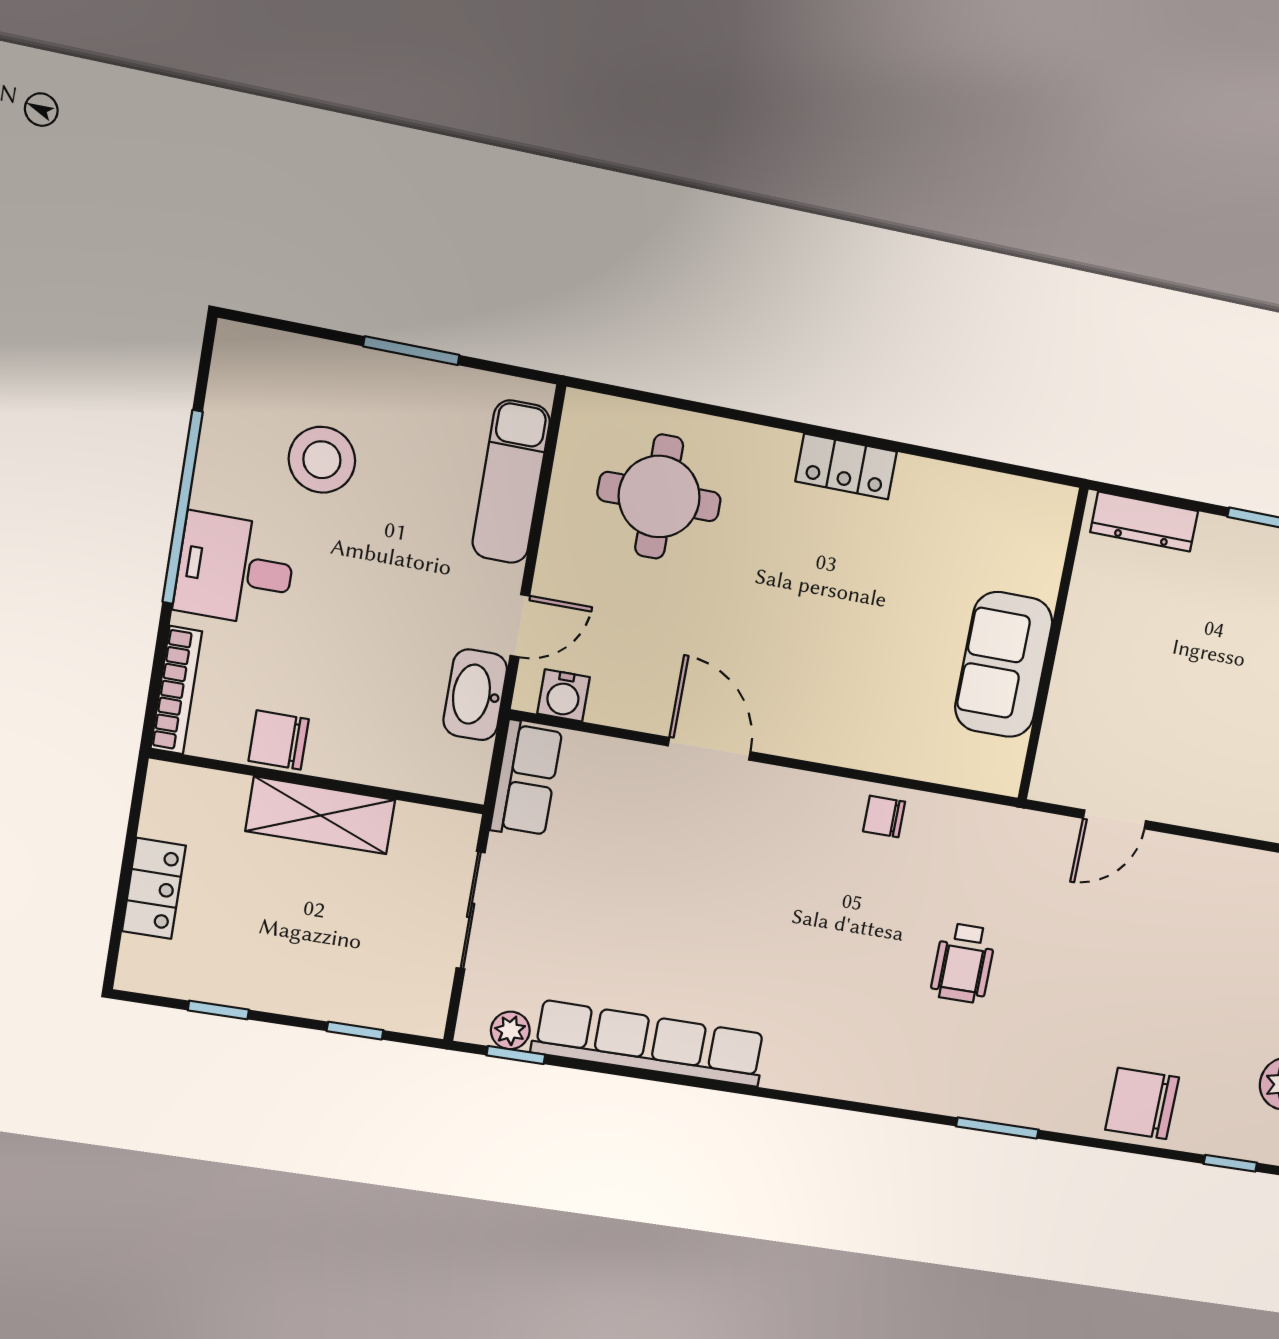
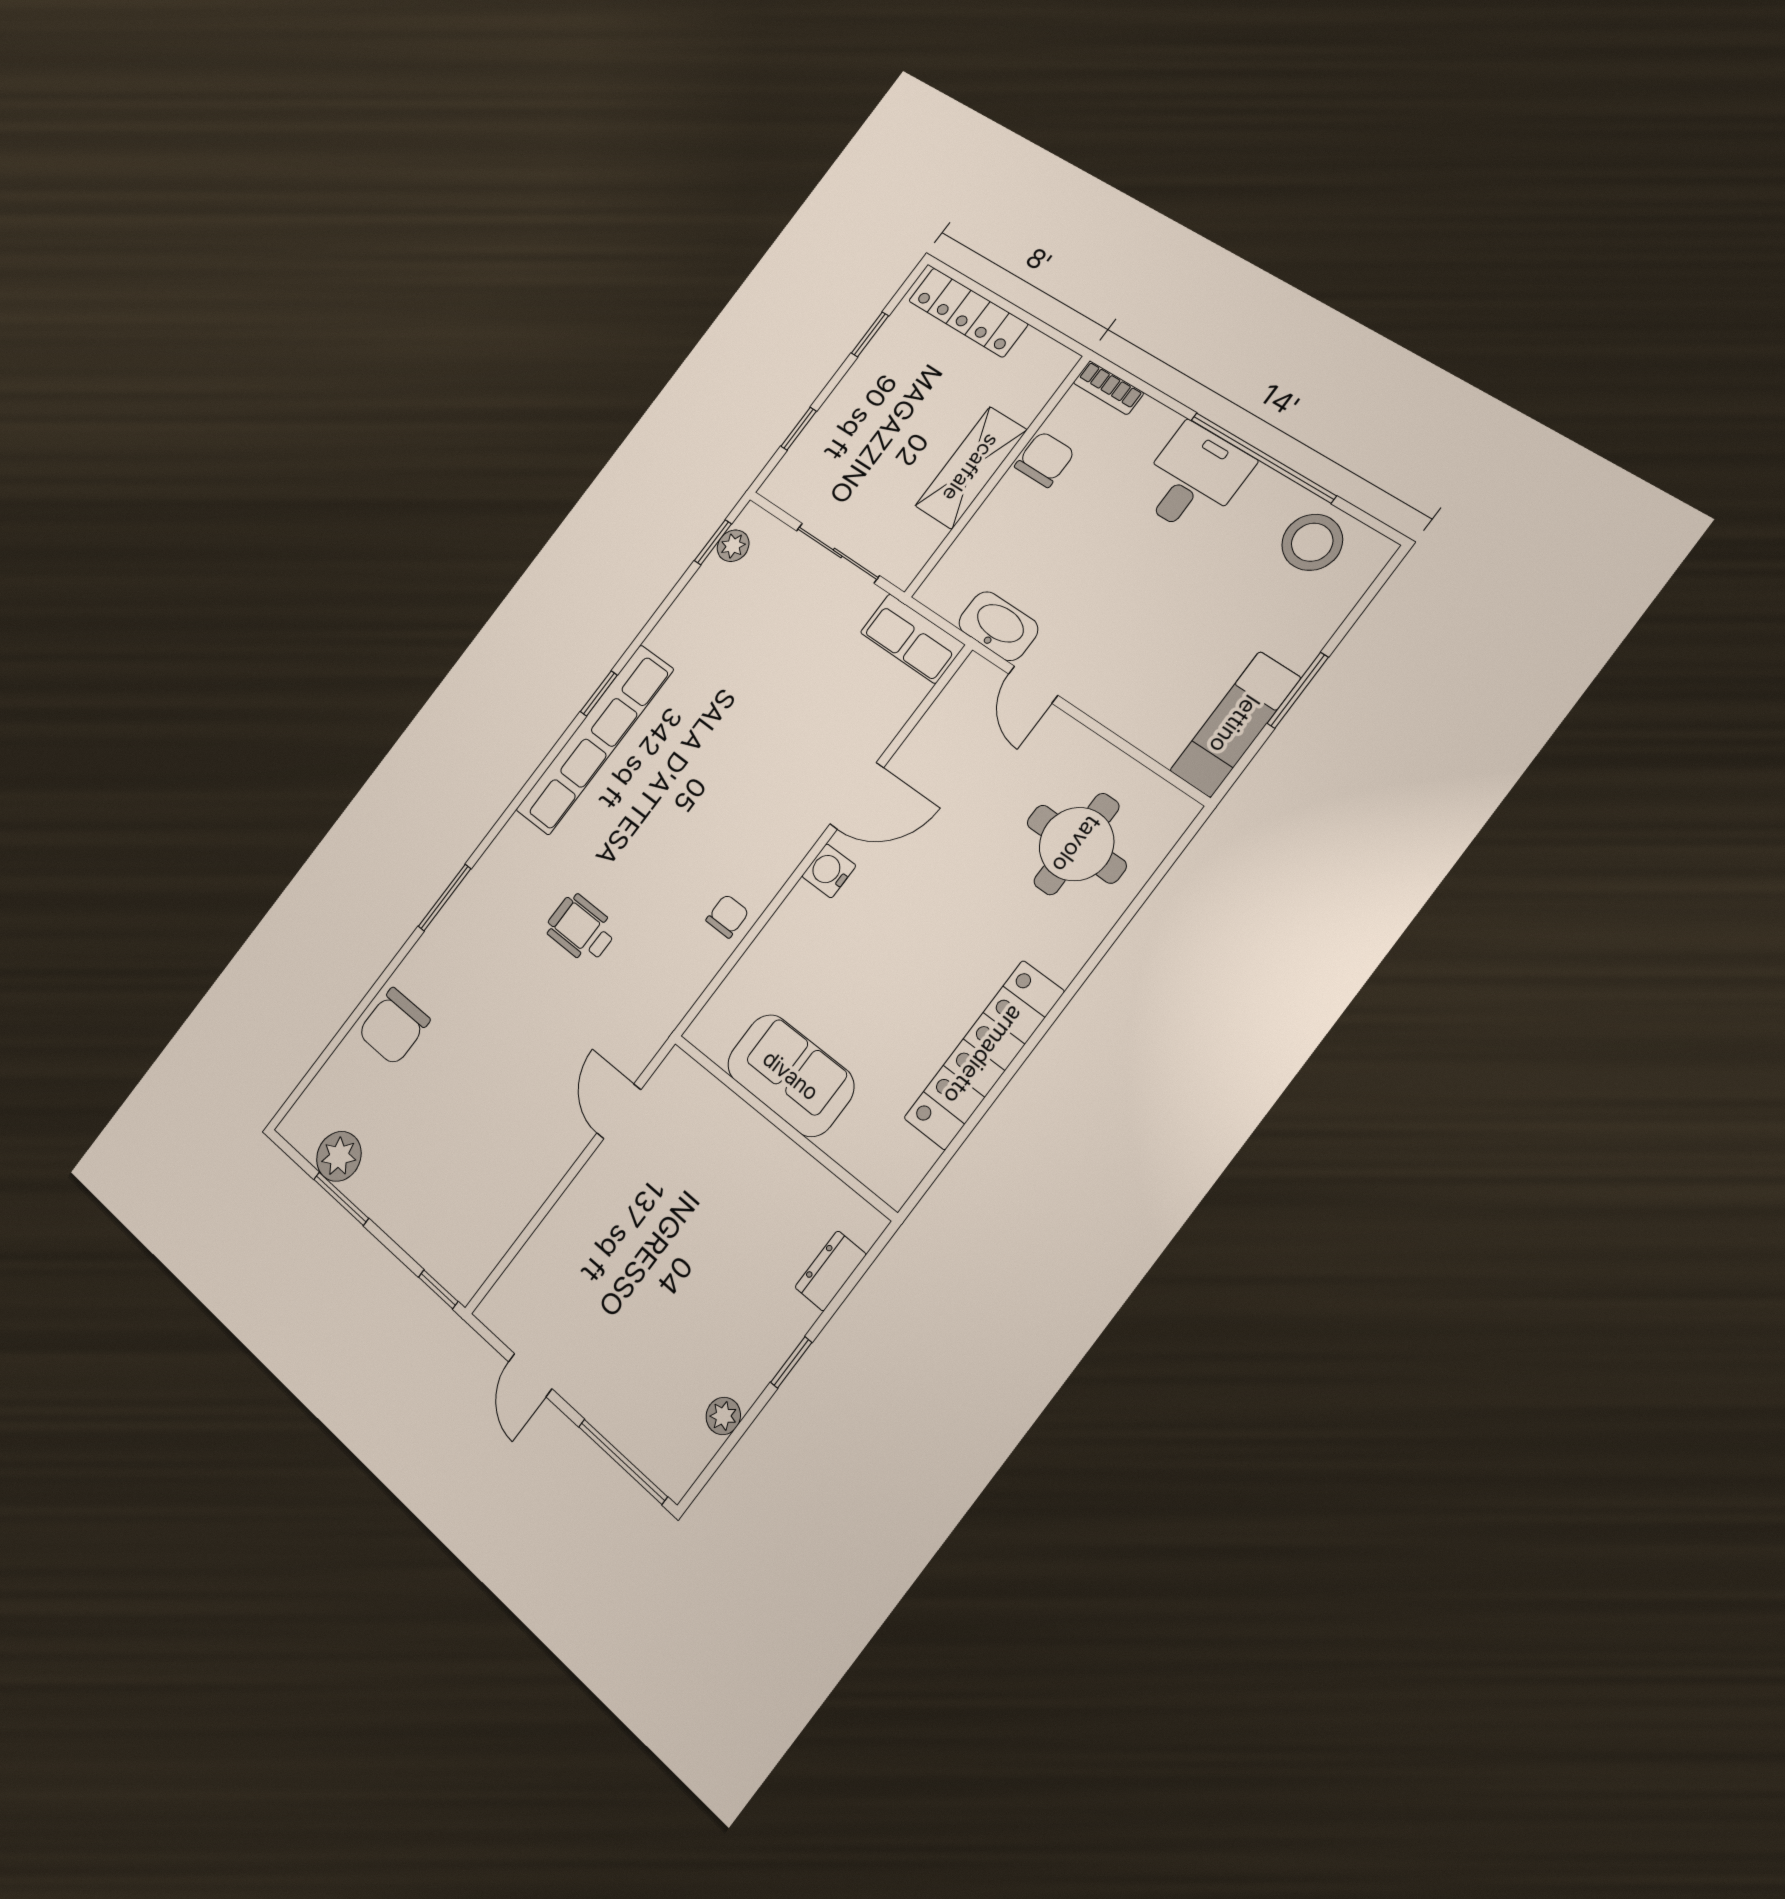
stool: (322, 460) -> (1312, 542), moved
locker: (846, 467) -> (984, 1055), width x2.16, depth x1.21
exam couch: (511, 482) -> (1235, 724), moved, turned -90
dresser: (1144, 522) -> (831, 1271), width x0.70
bookcase: (176, 690) -> (1108, 388), width x0.64
water cooler: (564, 695) -> (829, 871), moved
locker: (154, 888) -> (968, 312), width x1.53
row of seats: (649, 1043) -> (595, 740), moved
chair: (1142, 1103) -> (394, 1026), turned 180
window: (1230, 1163) -> (599, 693), moved

